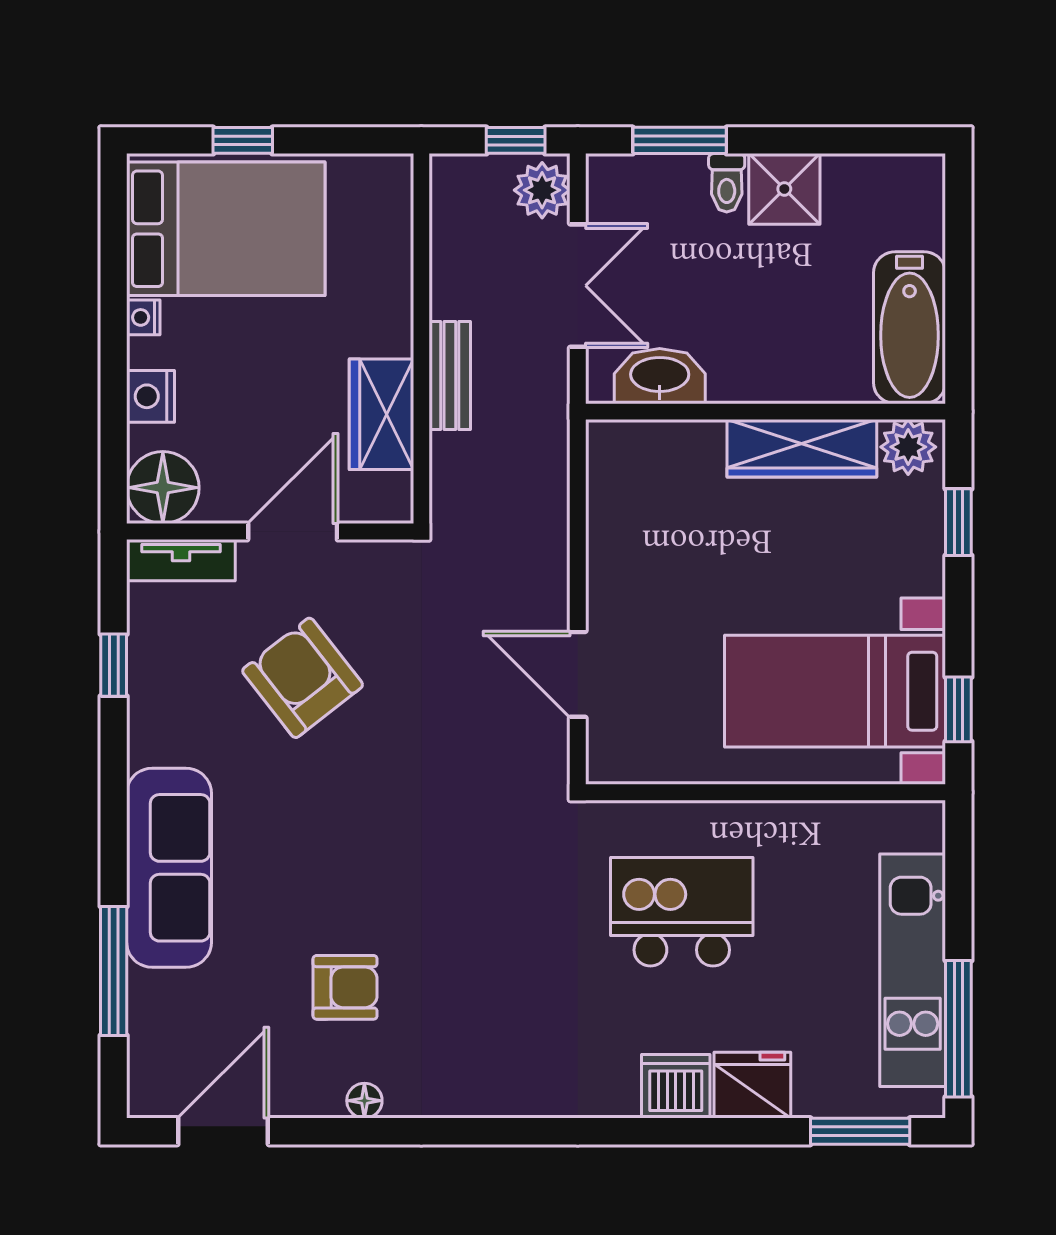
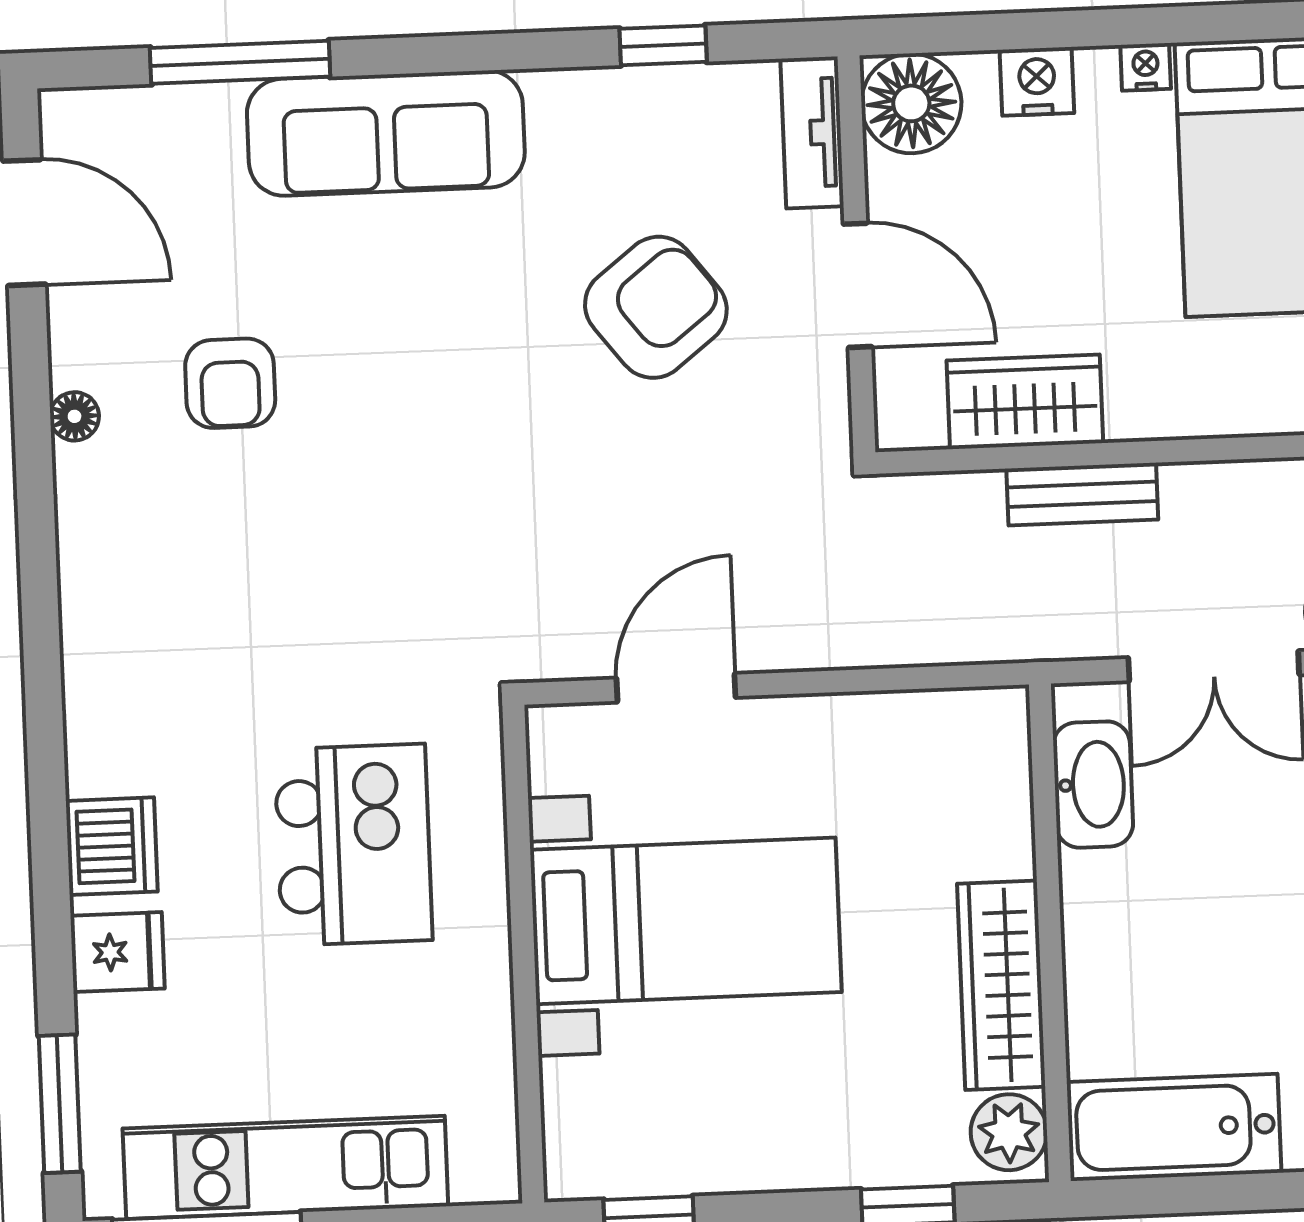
bed with nightstands: (835, 691) -> (686, 921), moved, turned 90
fridge: (752, 1085) -> (117, 952), width x0.72

